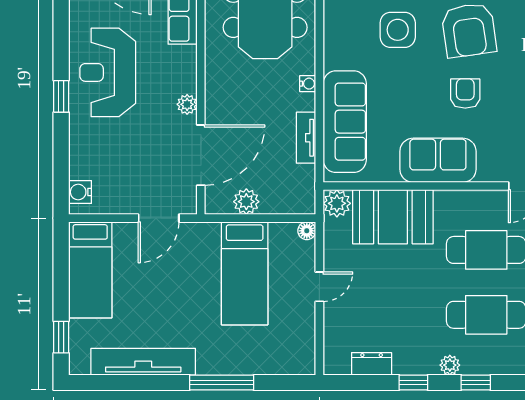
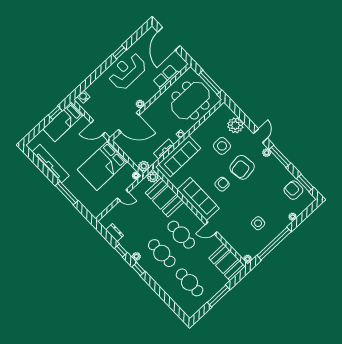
window: (61, 96) -> (119, 52), moved
sofa: (438, 160) -> (198, 199), width x1.36
plant: (246, 202) -> (144, 166), moved
bed: (245, 273) -> (102, 166), width x1.50
window: (61, 337) -> (55, 113), moved

